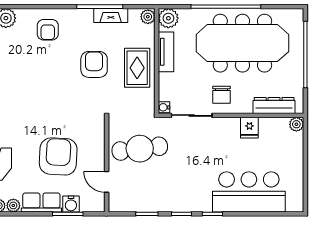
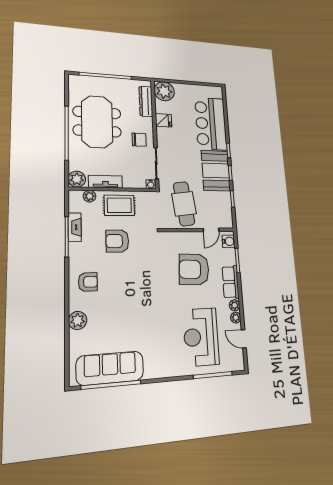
plant: (148, 17) -> (89, 196), moved
meeting table: (242, 43) -> (97, 122), width x0.73
plant: (296, 124) -> (164, 91), width x1.88, depth x1.88
booth: (184, 194) -> (216, 171), added
water cooler: (71, 204) -> (229, 241), moved

